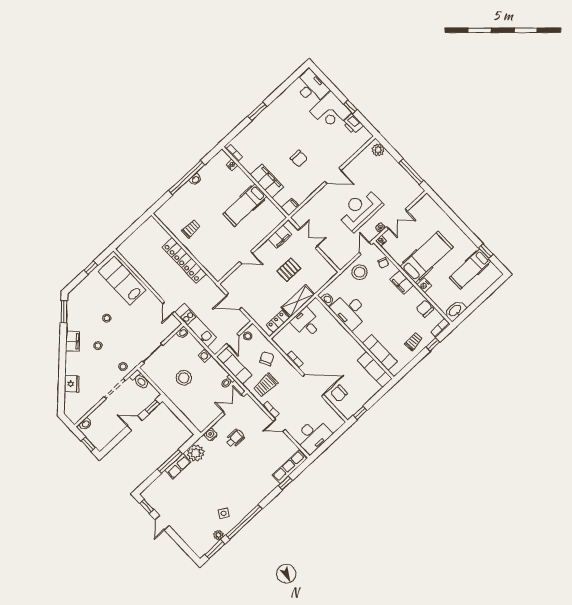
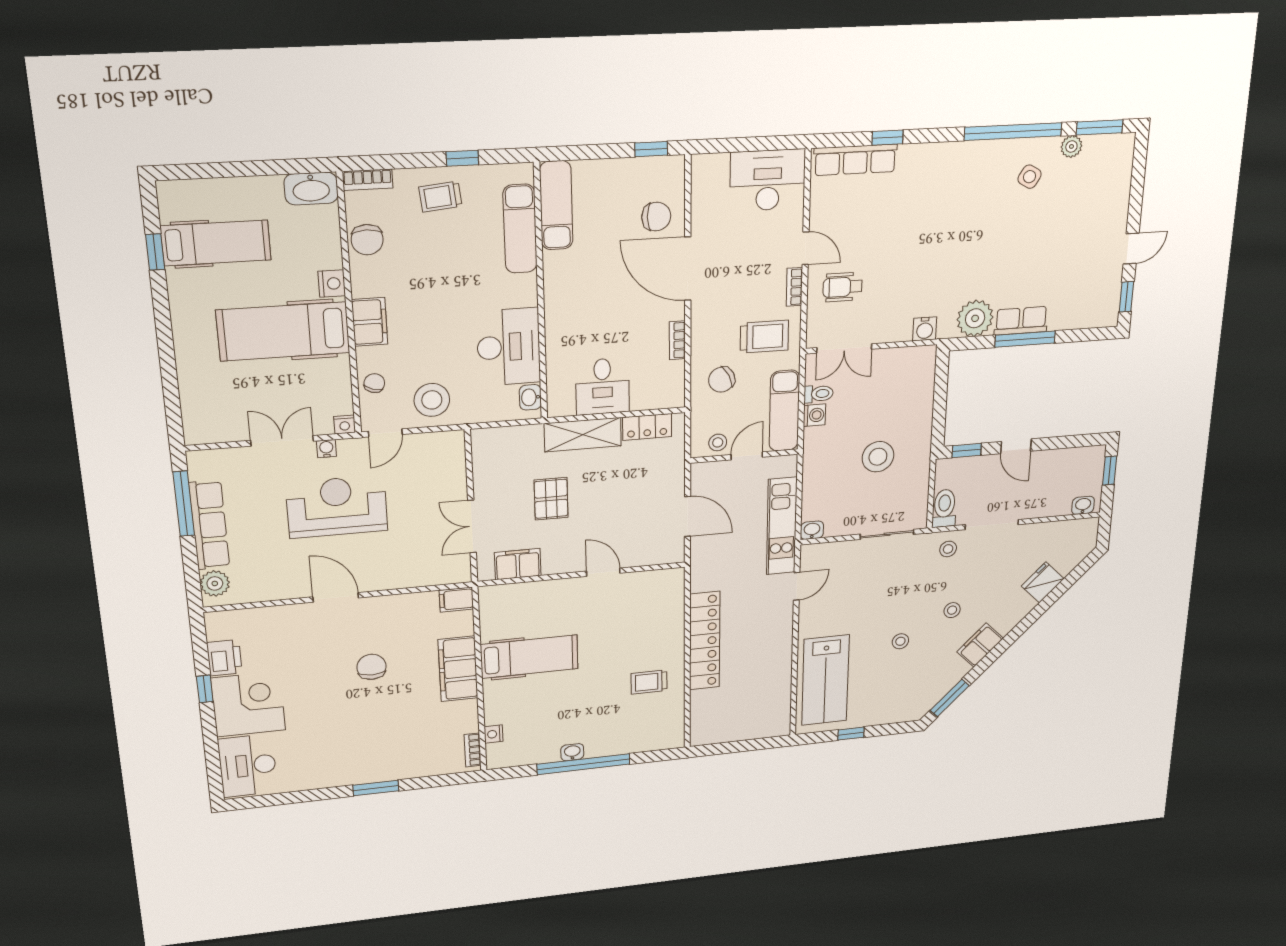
row of seats: (397, 170) -> (209, 525), added
reception desk: (360, 210) -> (337, 507), turned 180
pallet: (289, 270) -> (551, 499), turned 90
window: (433, 345) -> (462, 158), moved
washing machine: (205, 355) -> (814, 415), moved
wheelchair: (235, 438) -> (843, 287), moved

